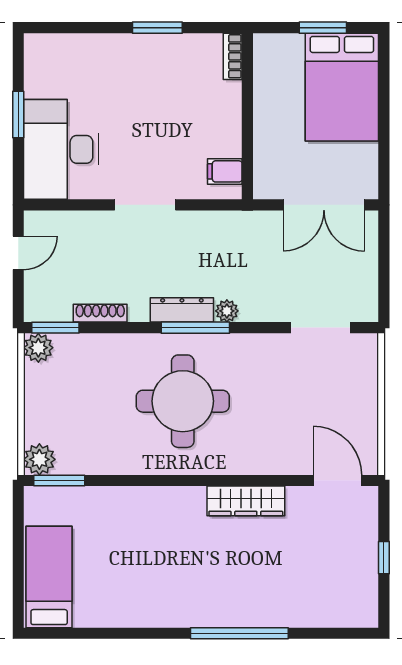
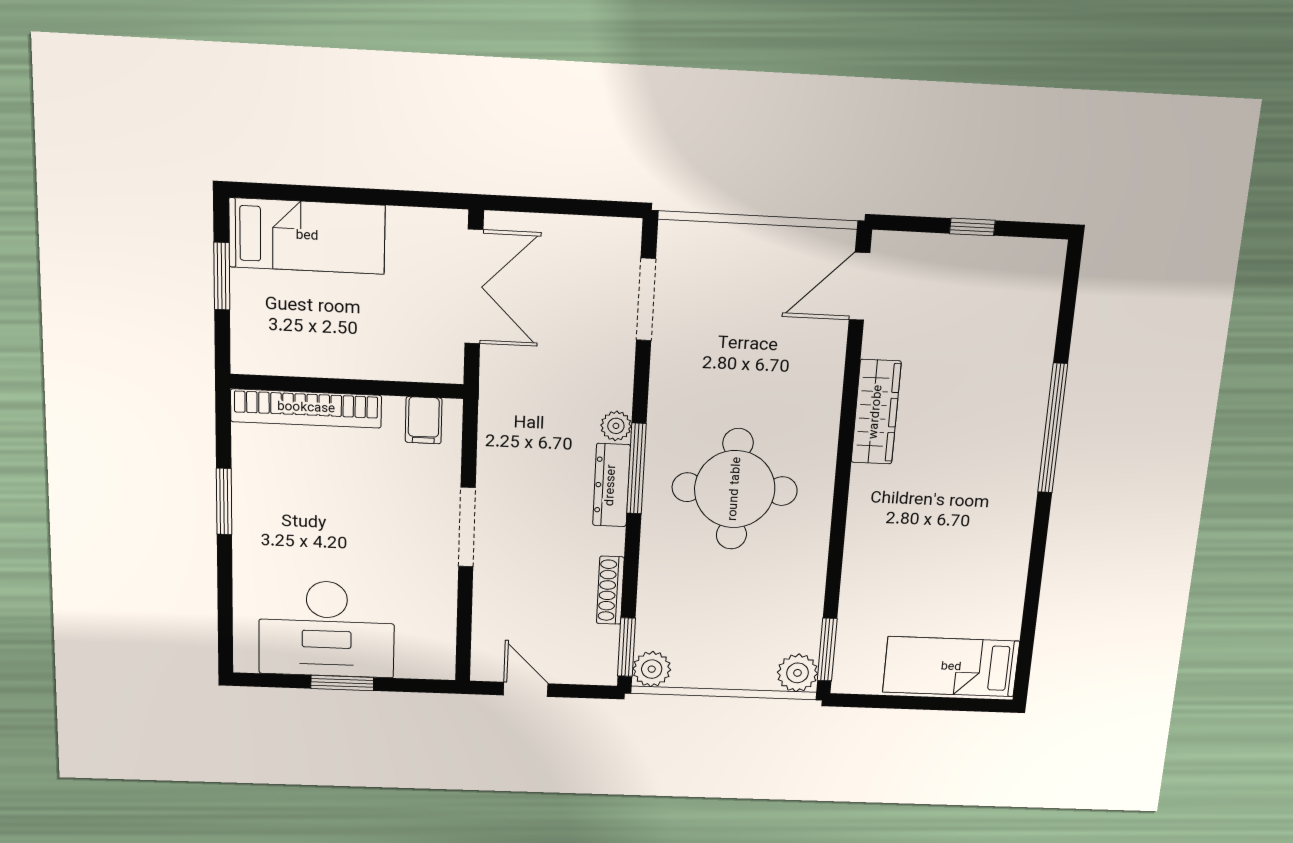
bookcase: (233, 56) -> (306, 408), width x2.31, depth x1.31
bed: (342, 87) -> (307, 236), width x0.67
desk: (61, 149) -> (327, 629), moved

